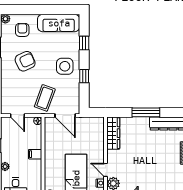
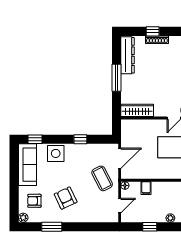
window: (84, 43) -> (35, 139), moved
side table: (65, 66) -> (56, 153), moved
coffee table: (45, 98) -> (102, 178), turned 43
filing cabinet: (35, 154) -> (146, 188), moved

